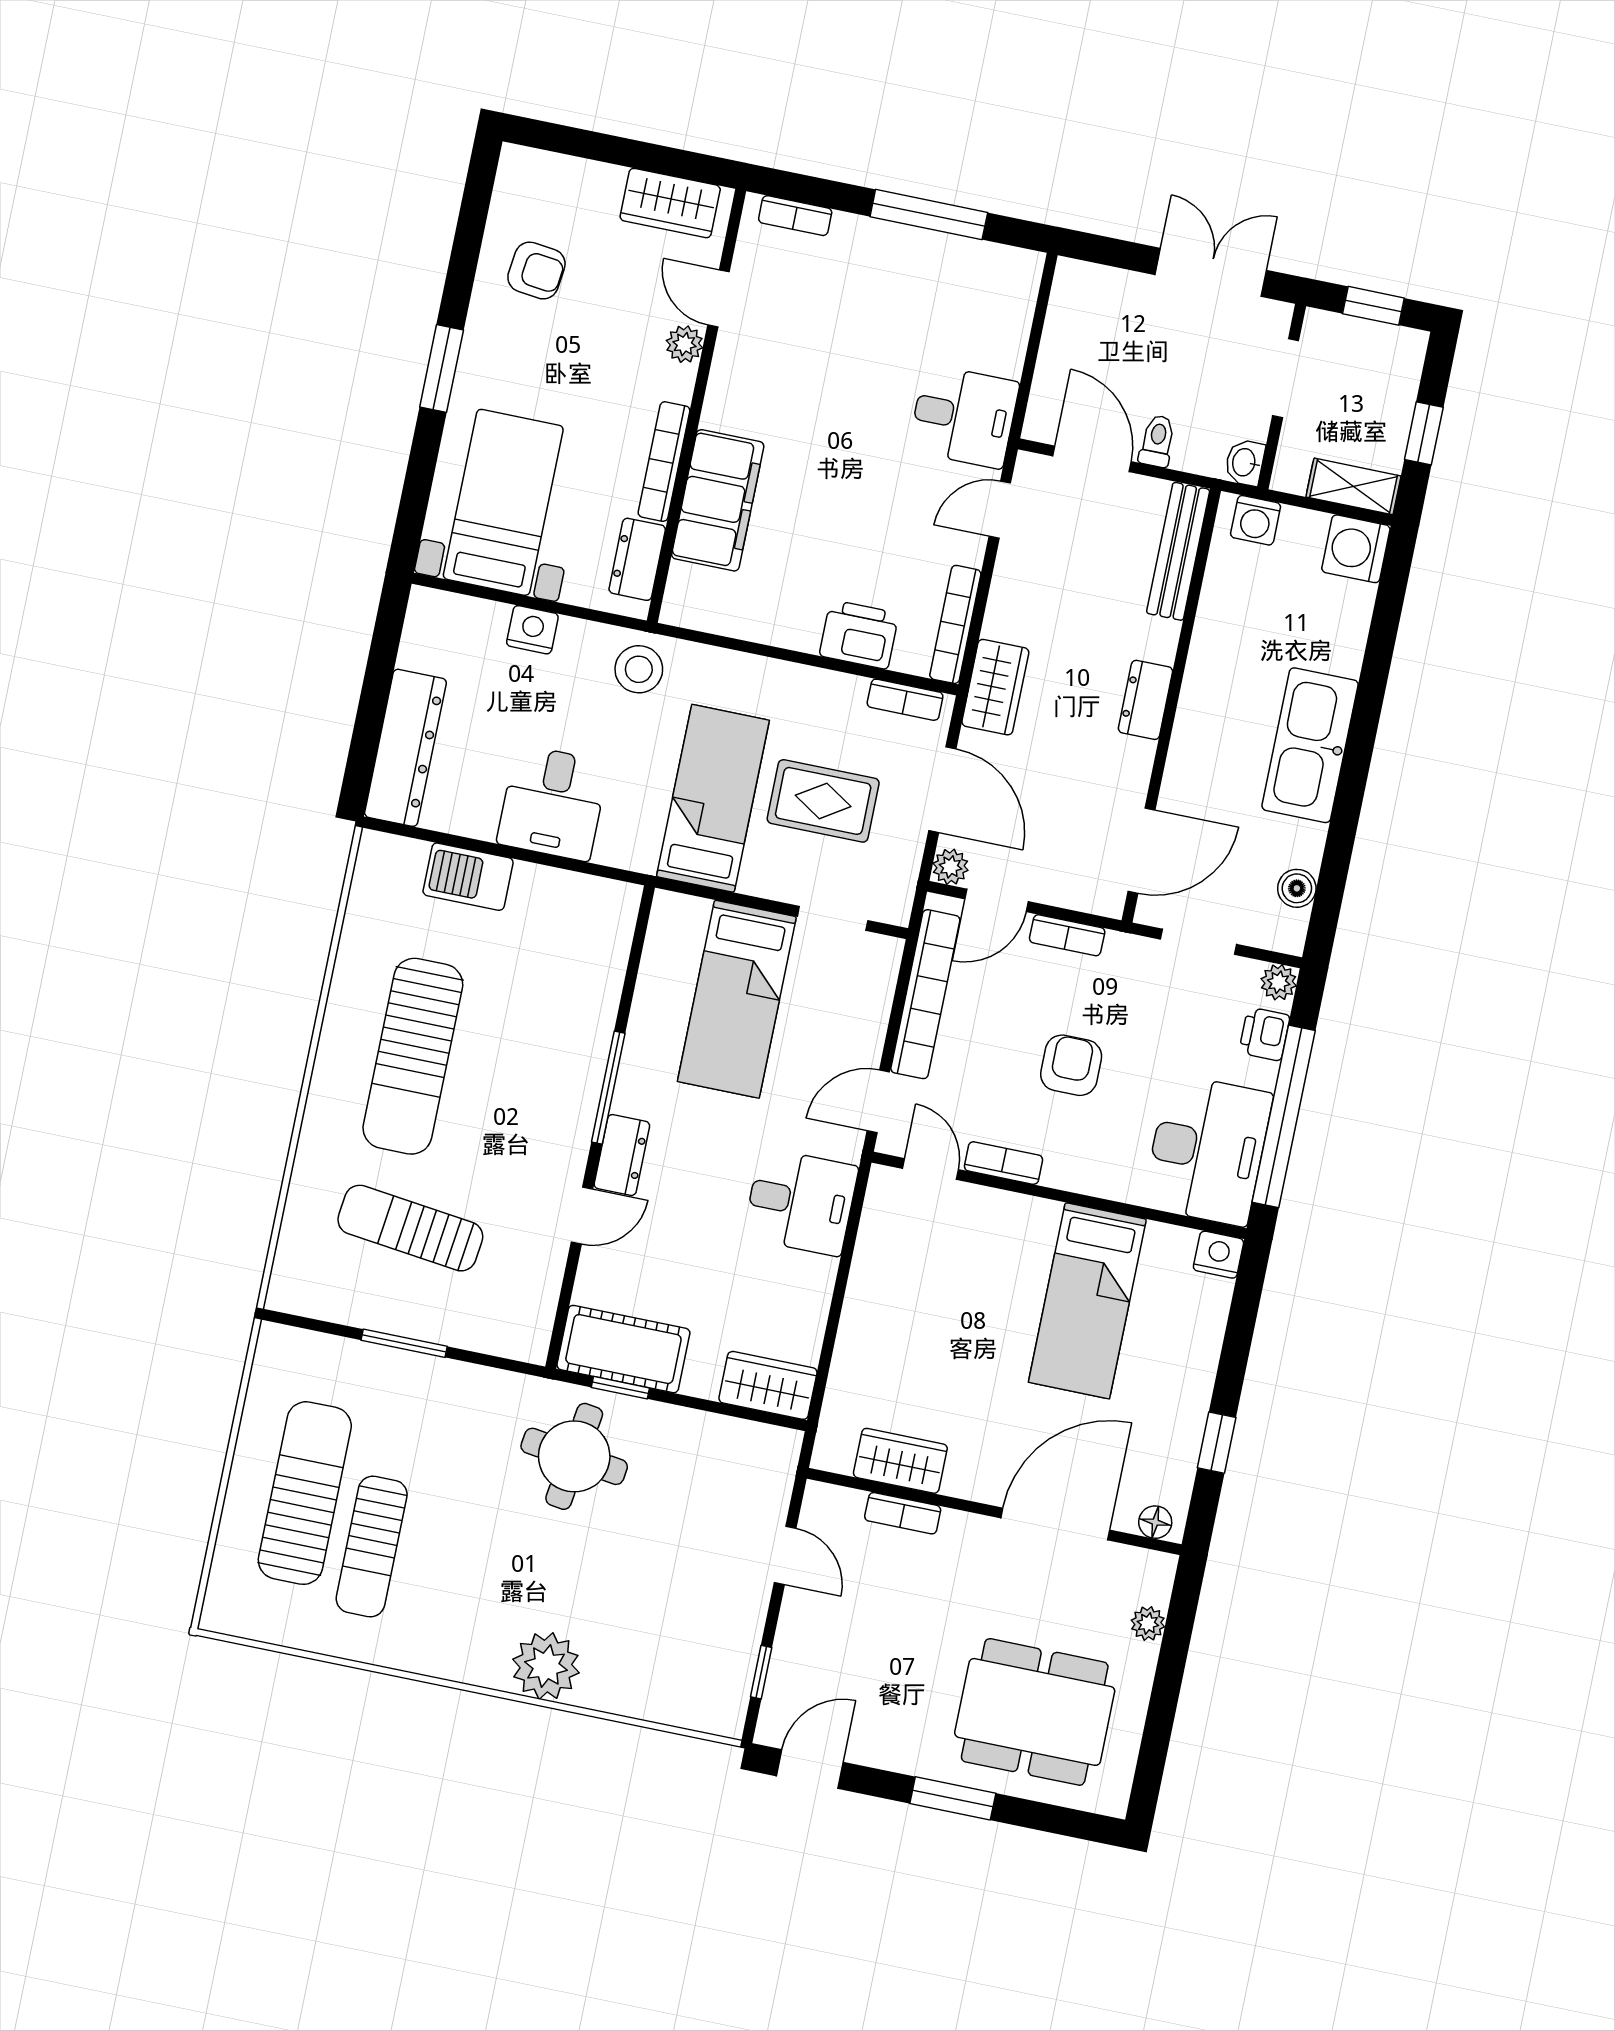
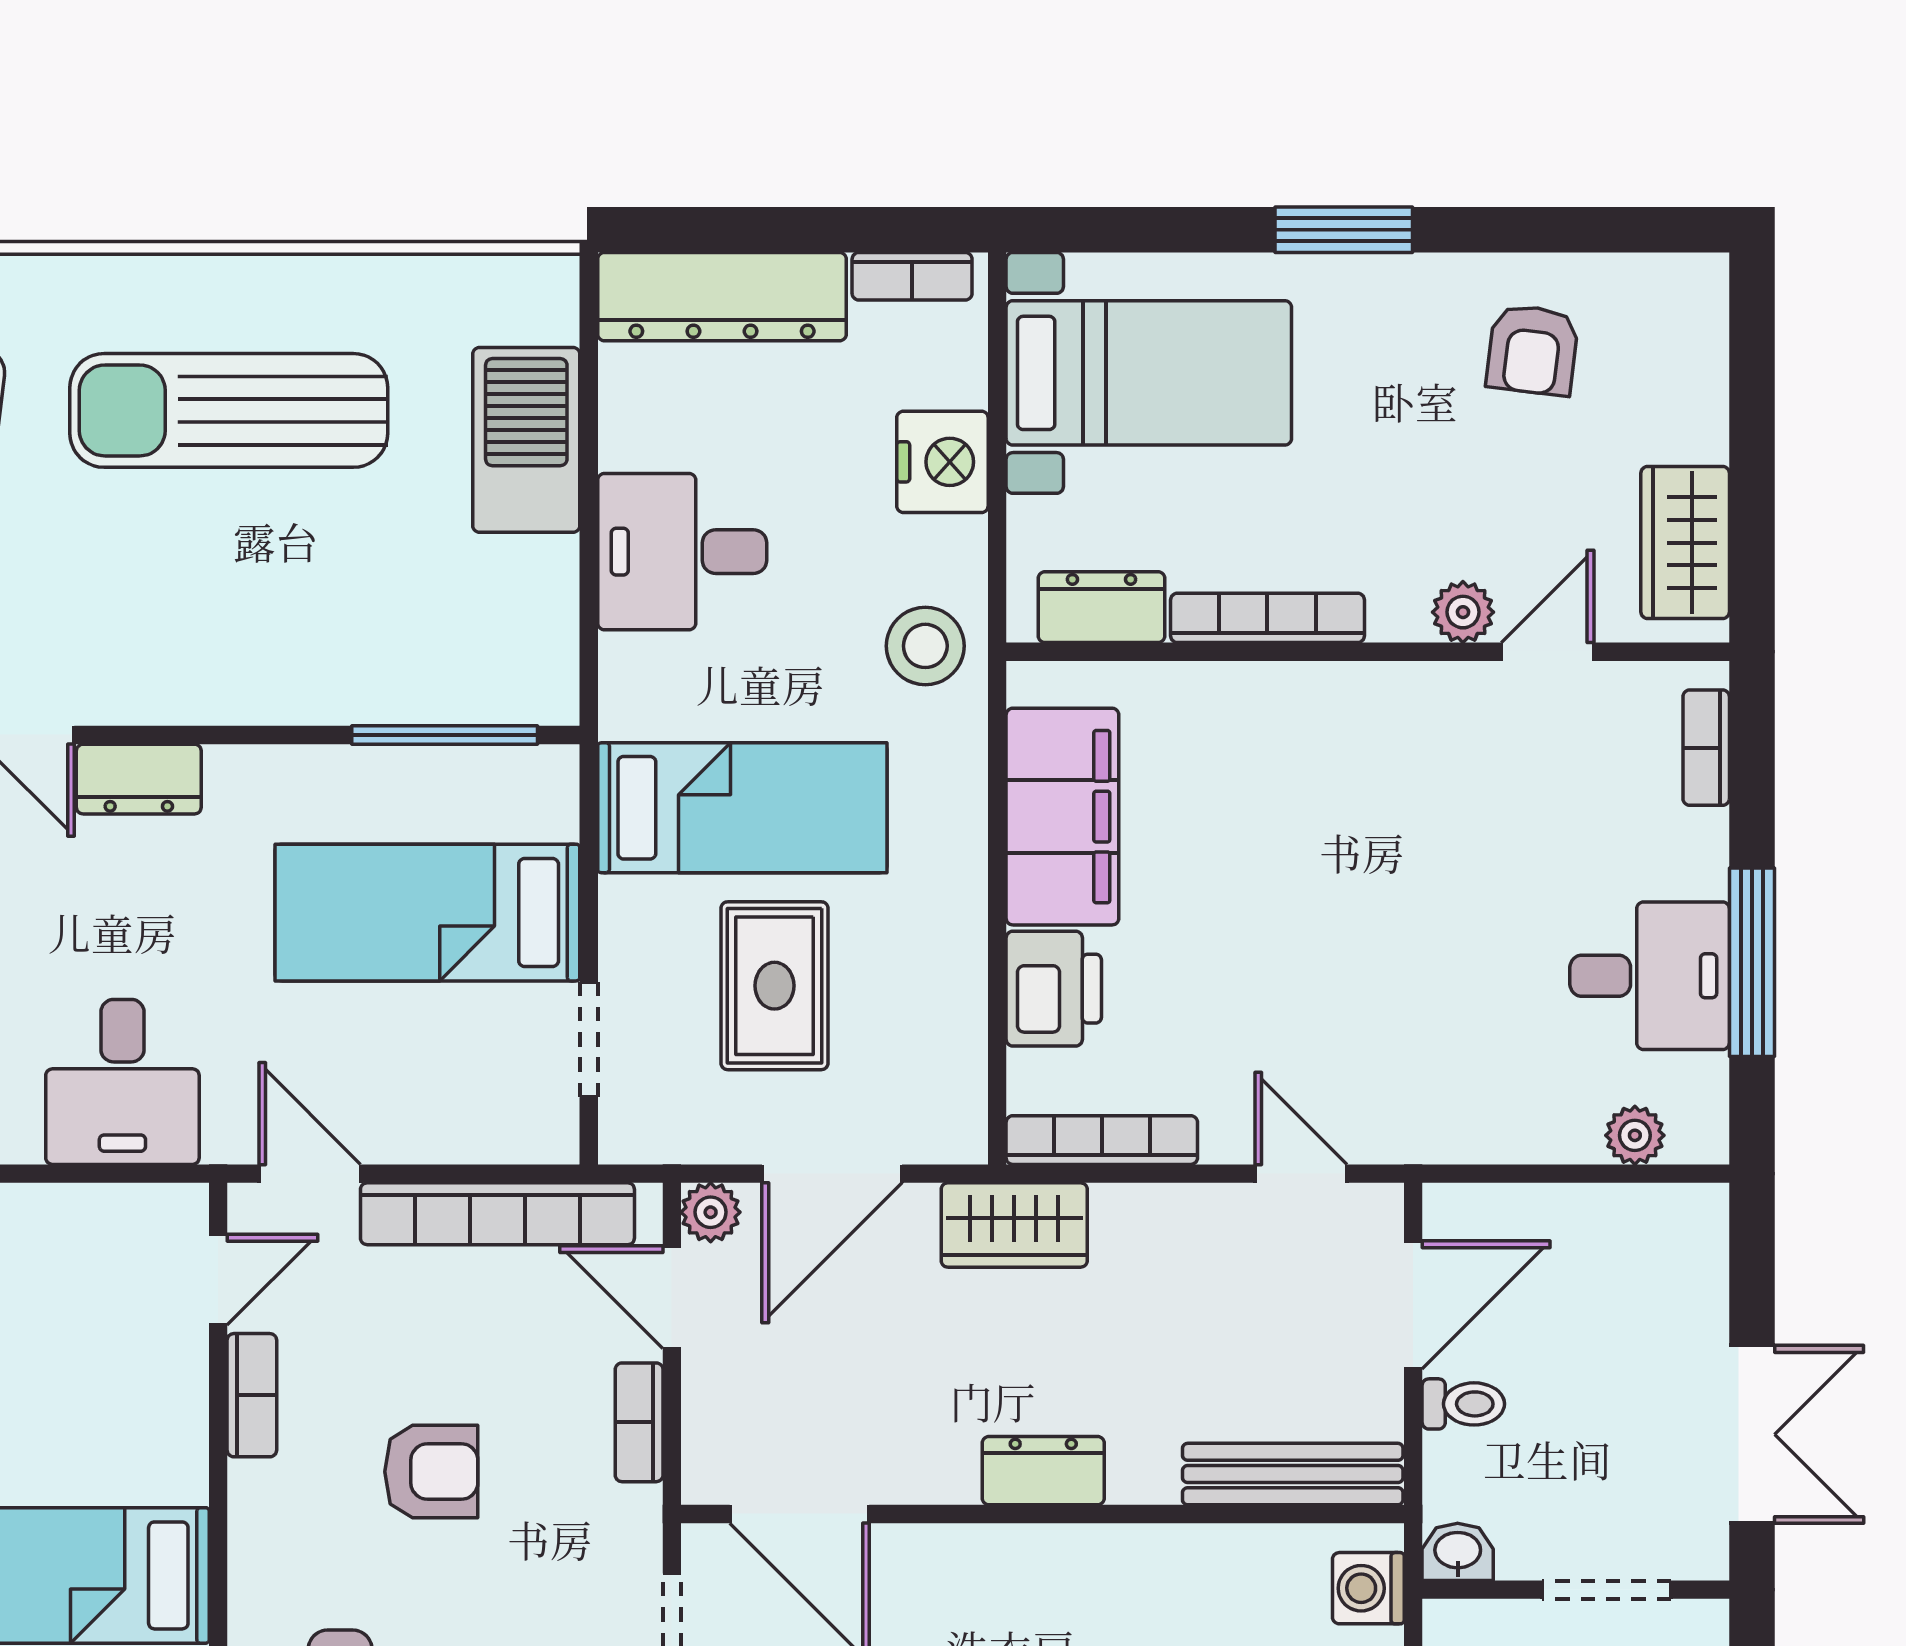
plant: (1018, 306) -> (1635, 1135), added
desk: (964, 416) -> (1650, 976), moved, turned -90
filing cabinet: (718, 500) -> (1062, 817), moved, turned -90
nightstand: (532, 630) -> (942, 462), width x1.36, depth x1.33
bookcase: (905, 700) -> (912, 276), moved, turned -90
barbecue: (468, 877) -> (526, 440), width x1.37, depth x1.21
window: (608, 1088) -> (445, 735), moved

